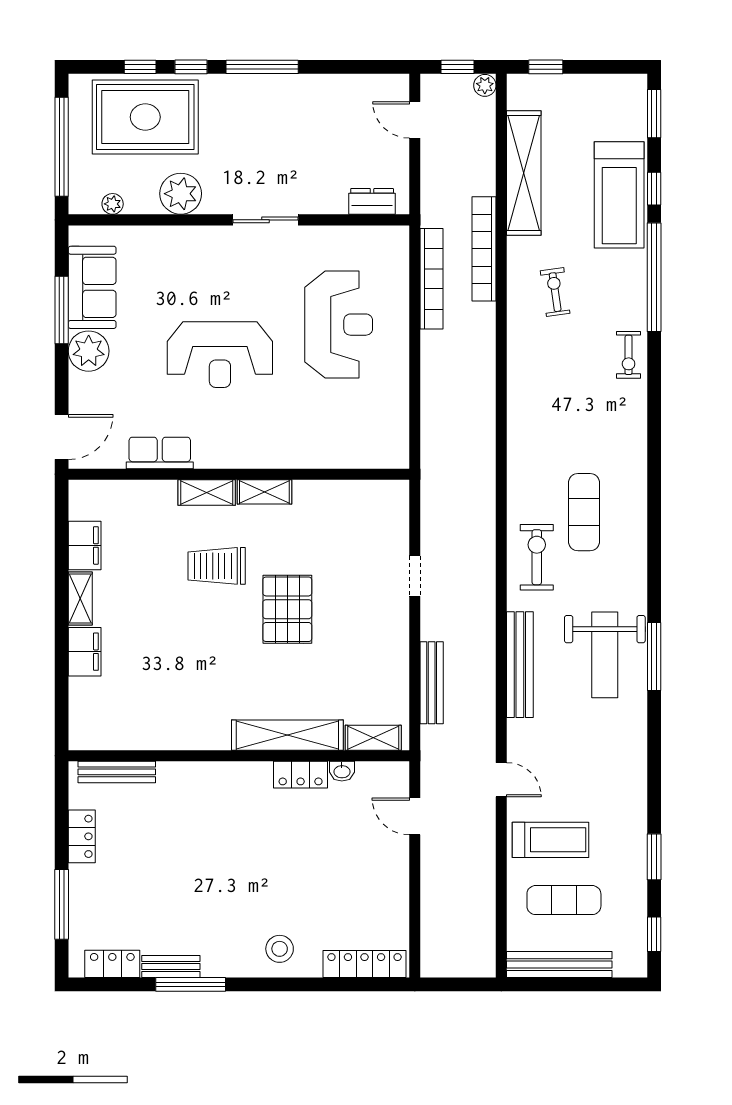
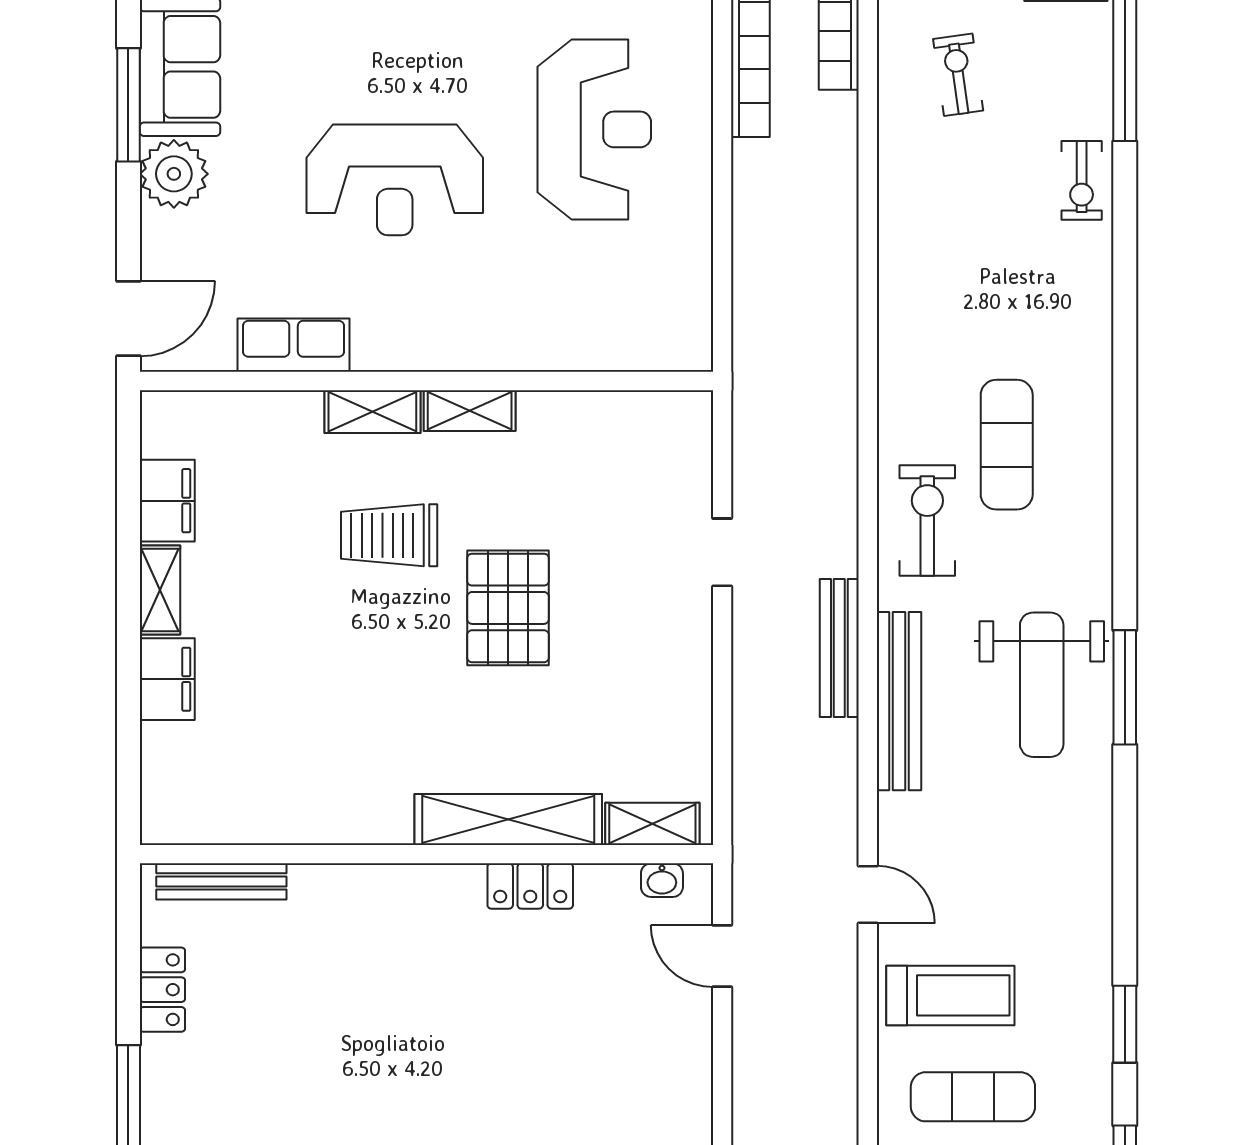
bench: (432, 683) -> (839, 648), moved
washbasin: (342, 771) -> (662, 880), moved

